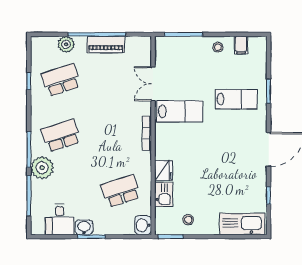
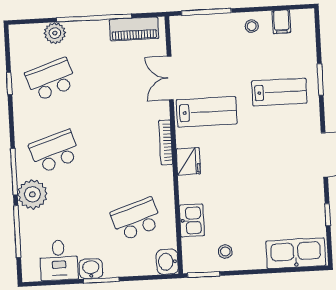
piano: (106, 45) -> (134, 29), moved
fridge: (164, 171) -> (188, 161), moved

